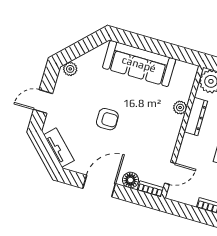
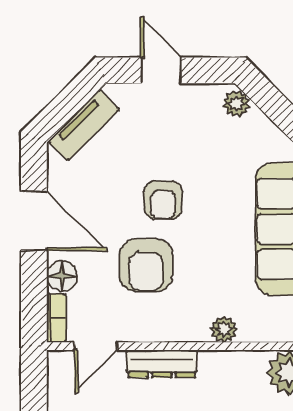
dresser: (196, 117) -> (162, 364), moved
armchair: (137, 137) -> (146, 265), added
door: (170, 173) -> (96, 346), hinge flipped

